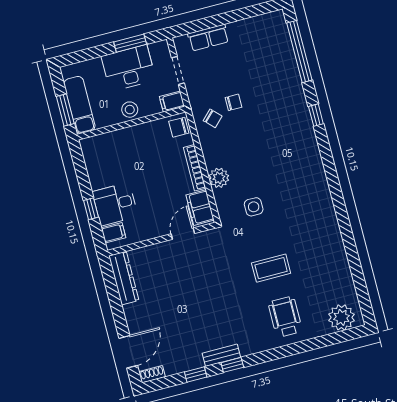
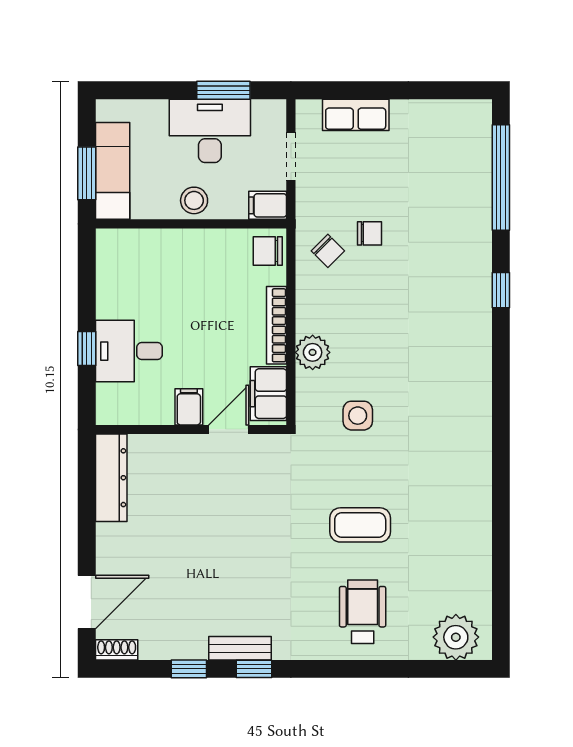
filing cabinet: (114, 233) -> (189, 407), moved, turned -90

